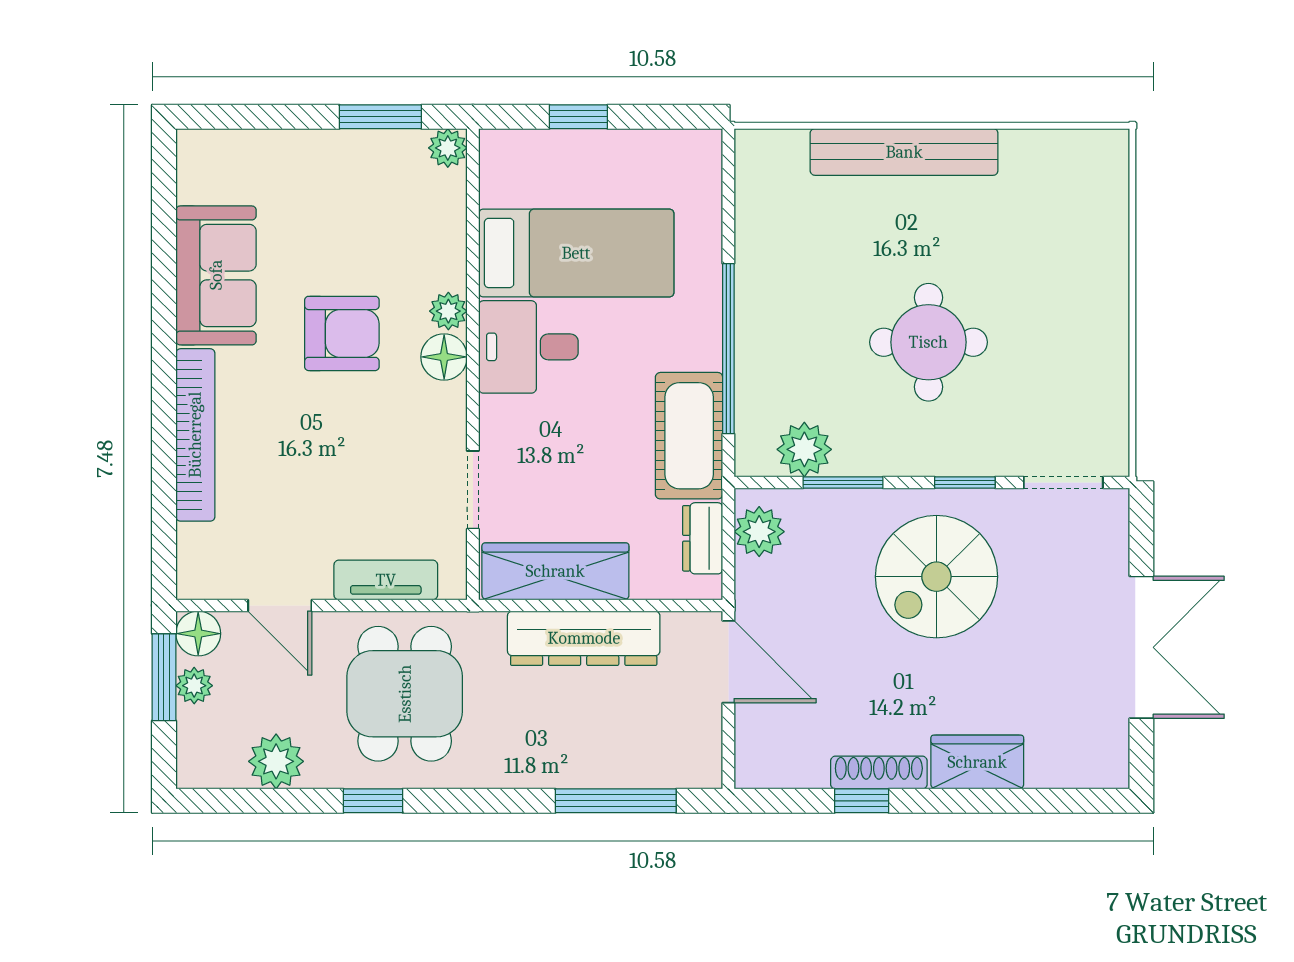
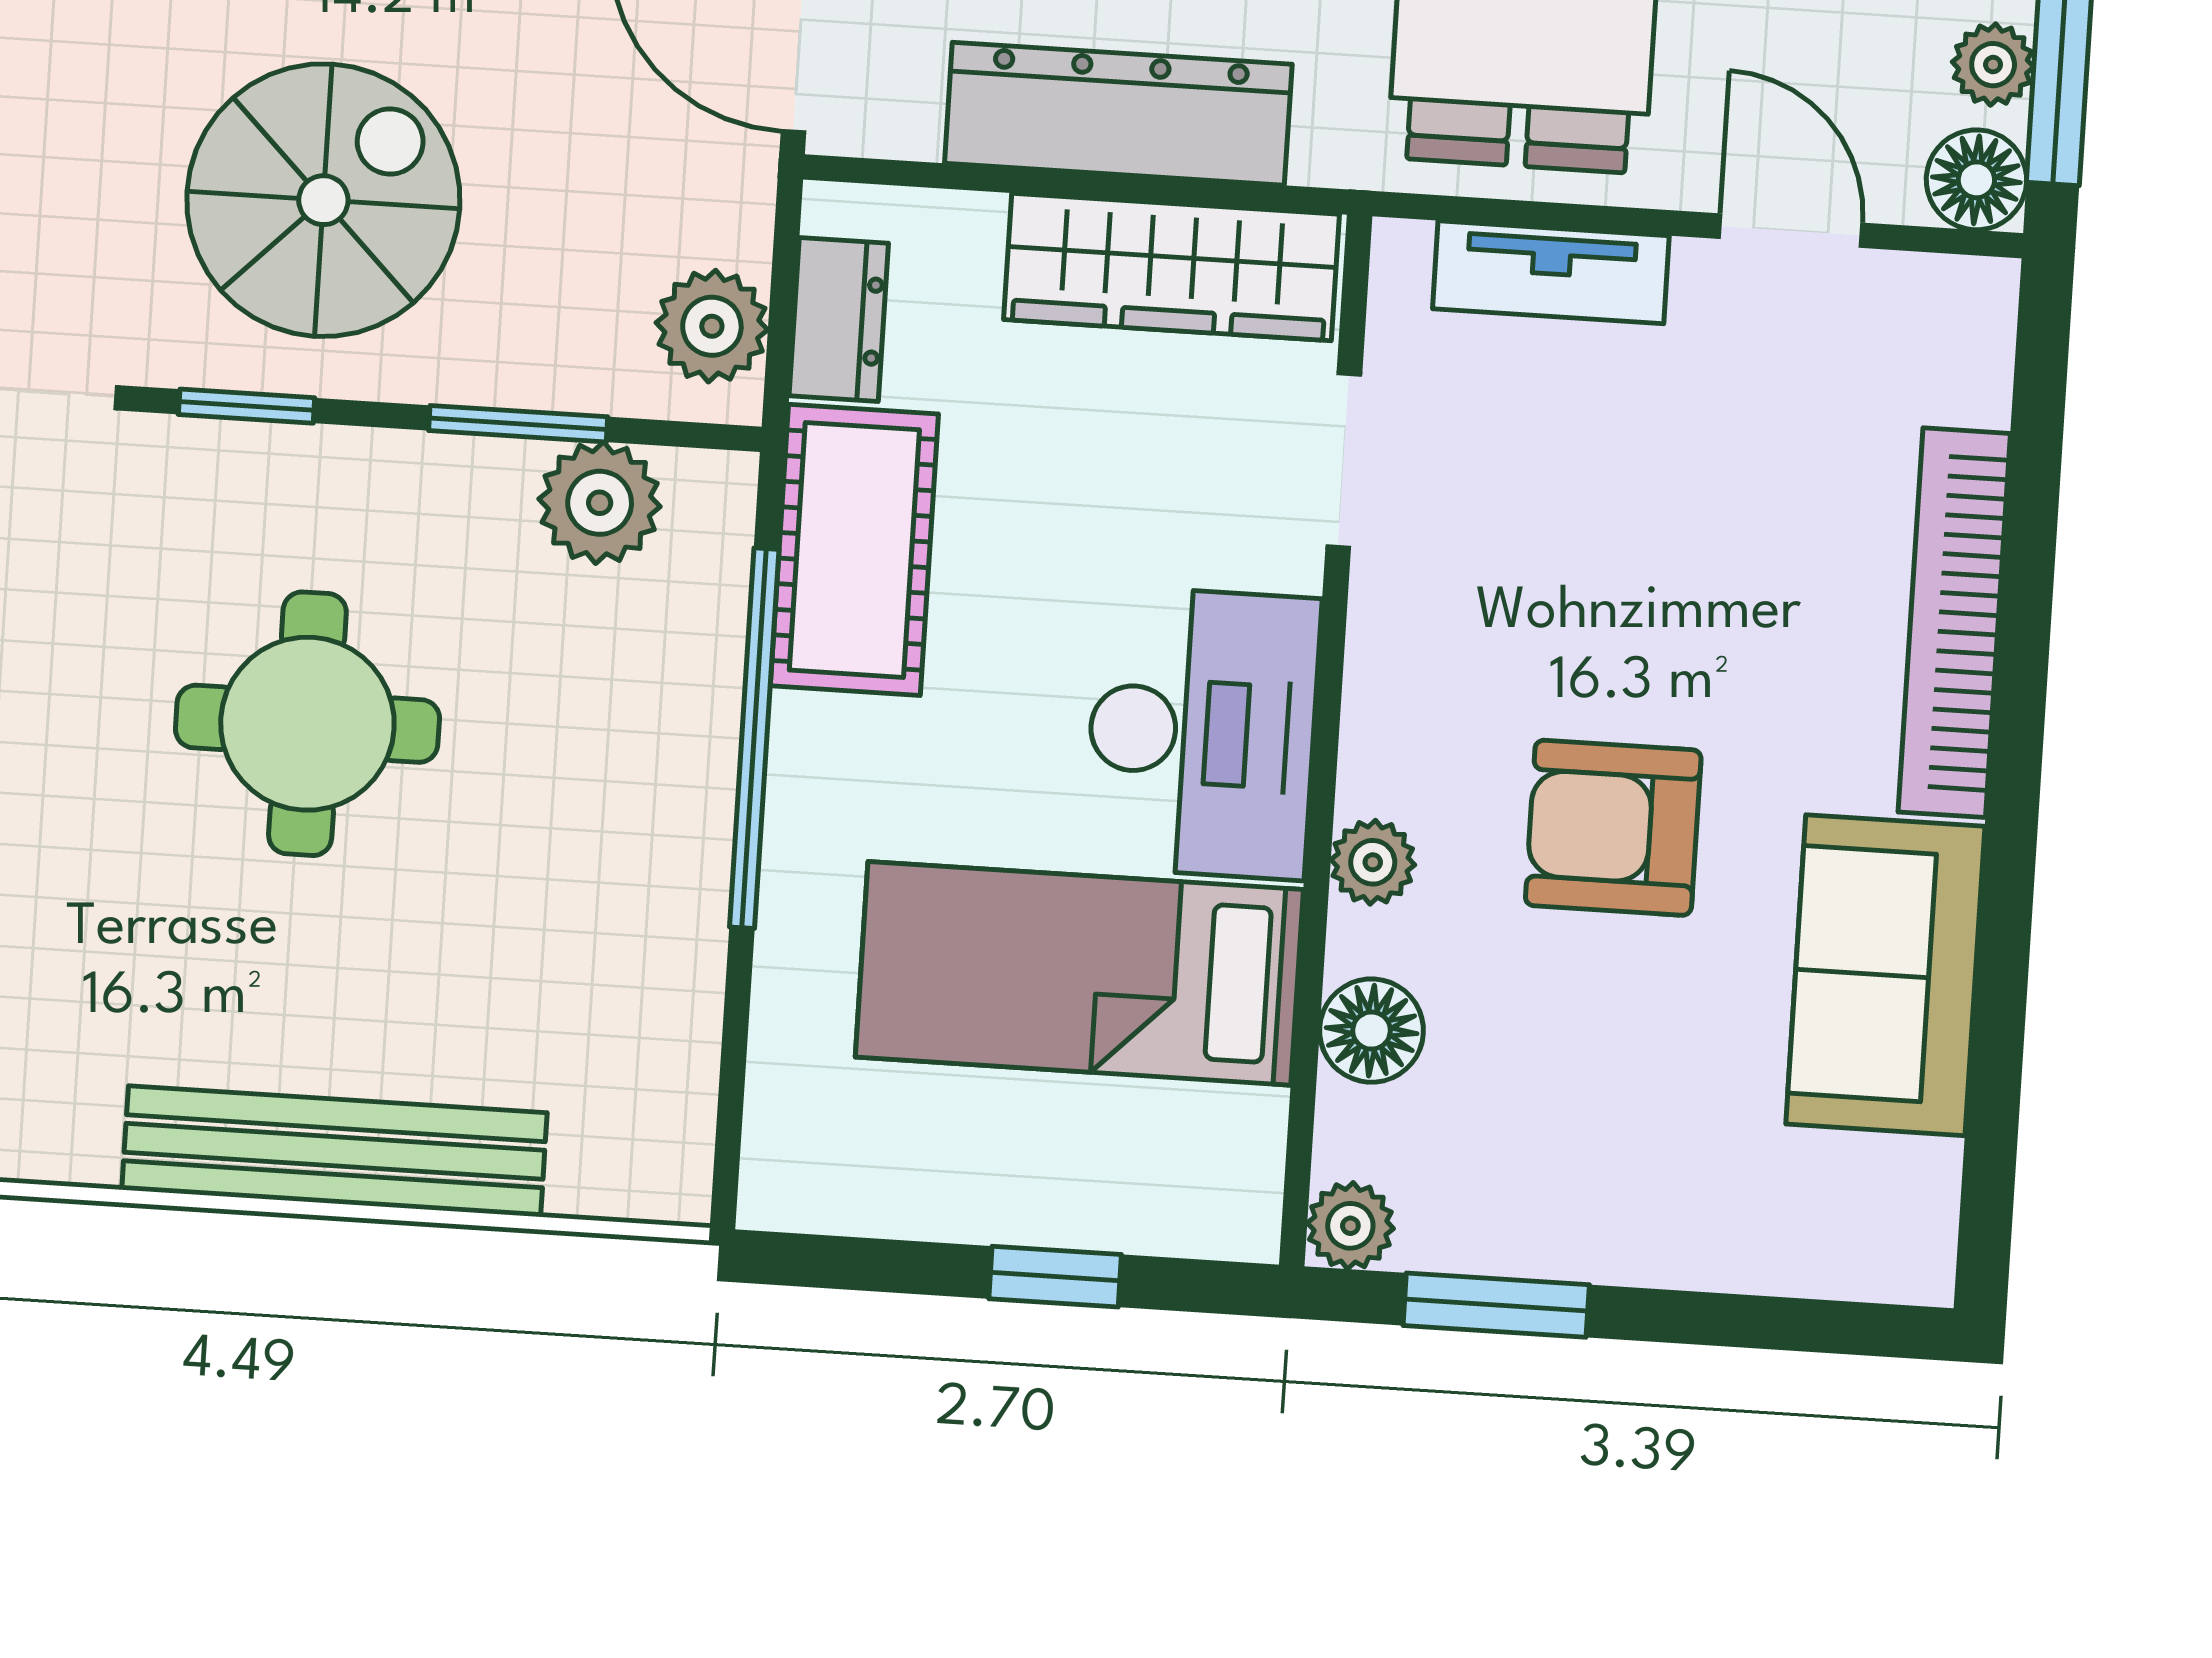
desk: (528, 347) -> (1202, 733), width x1.37
floor lamp: (444, 357) -> (1372, 1031), moved

